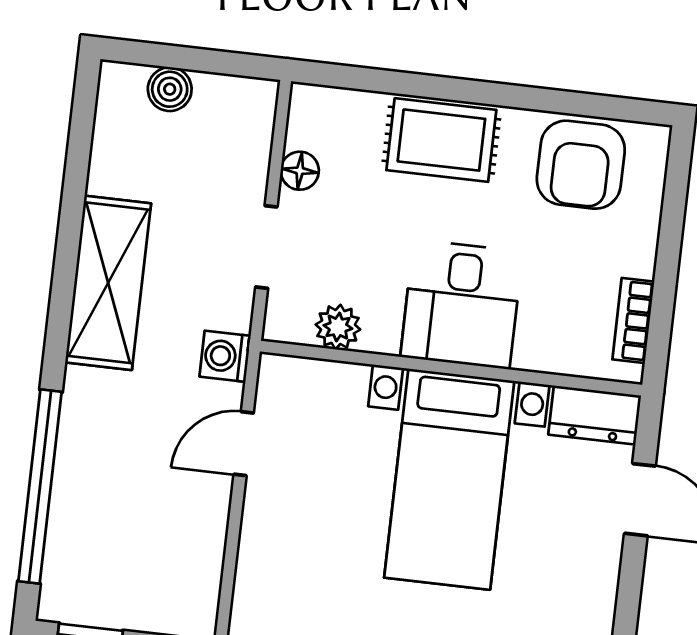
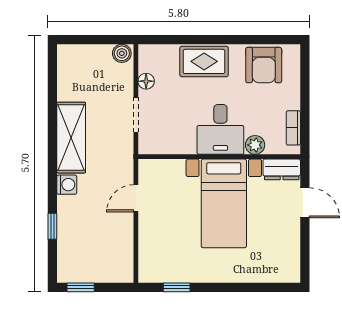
boiler: (170, 89) -> (122, 53), moved
plant: (338, 327) -> (255, 145), moved
washing machine: (225, 356) -> (67, 185), moved, turned 180
window: (40, 487) -> (52, 226), width x0.32

